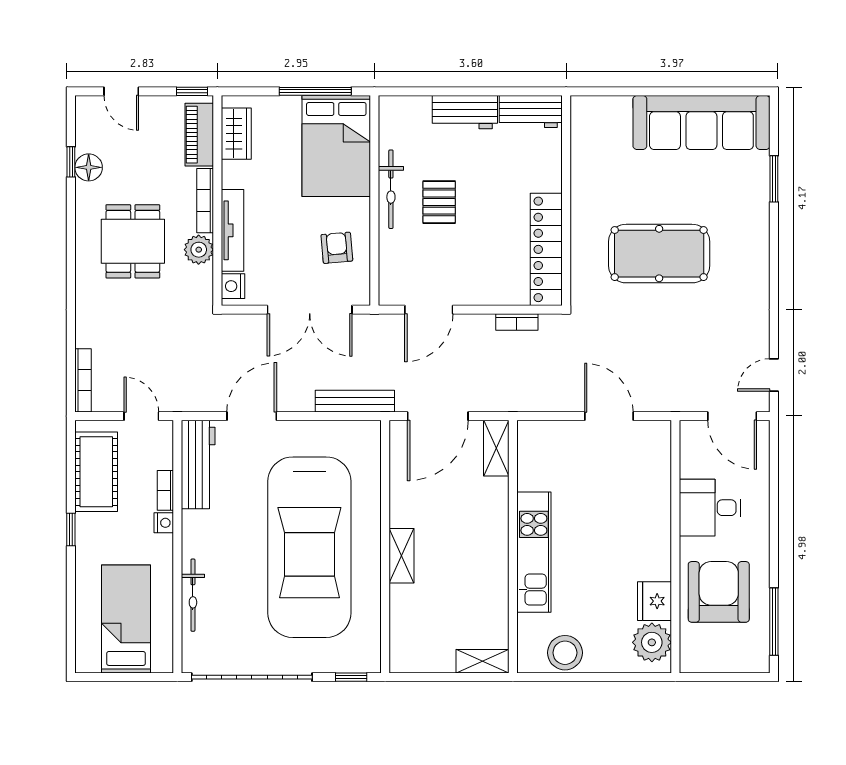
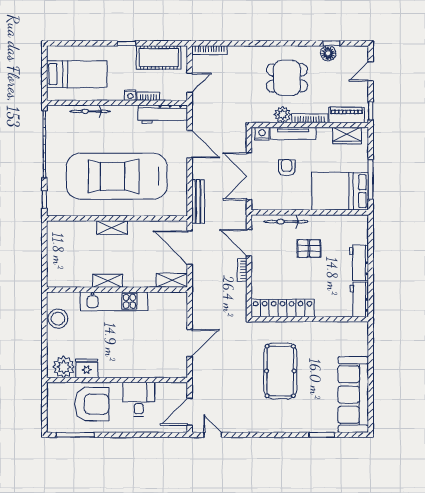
bicycle: (391, 189) -> (286, 222), moved
armchair: (337, 248) -> (287, 168), moved, turned -85
bookcase: (517, 322) -> (242, 270), moved
shelving: (483, 661) -> (107, 281), moved, turned 90

